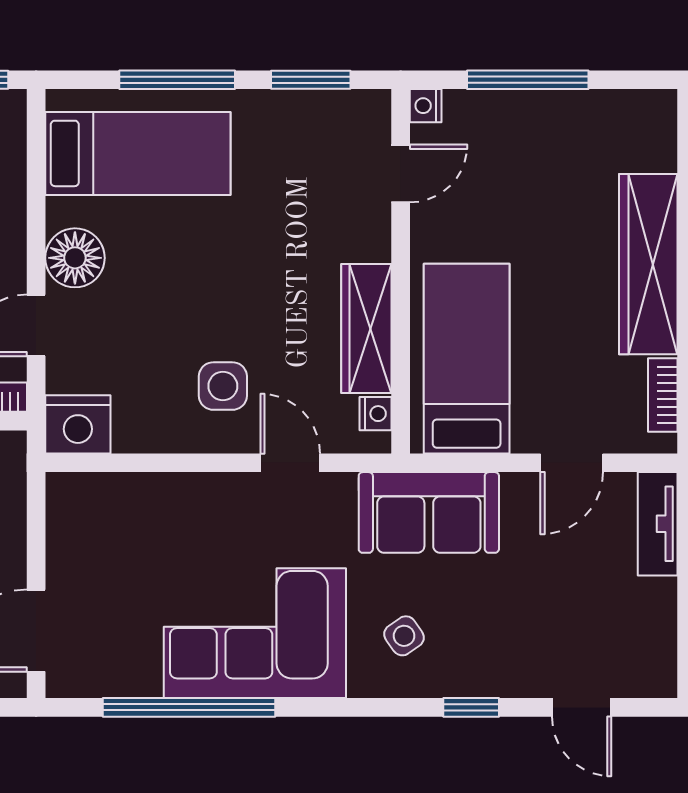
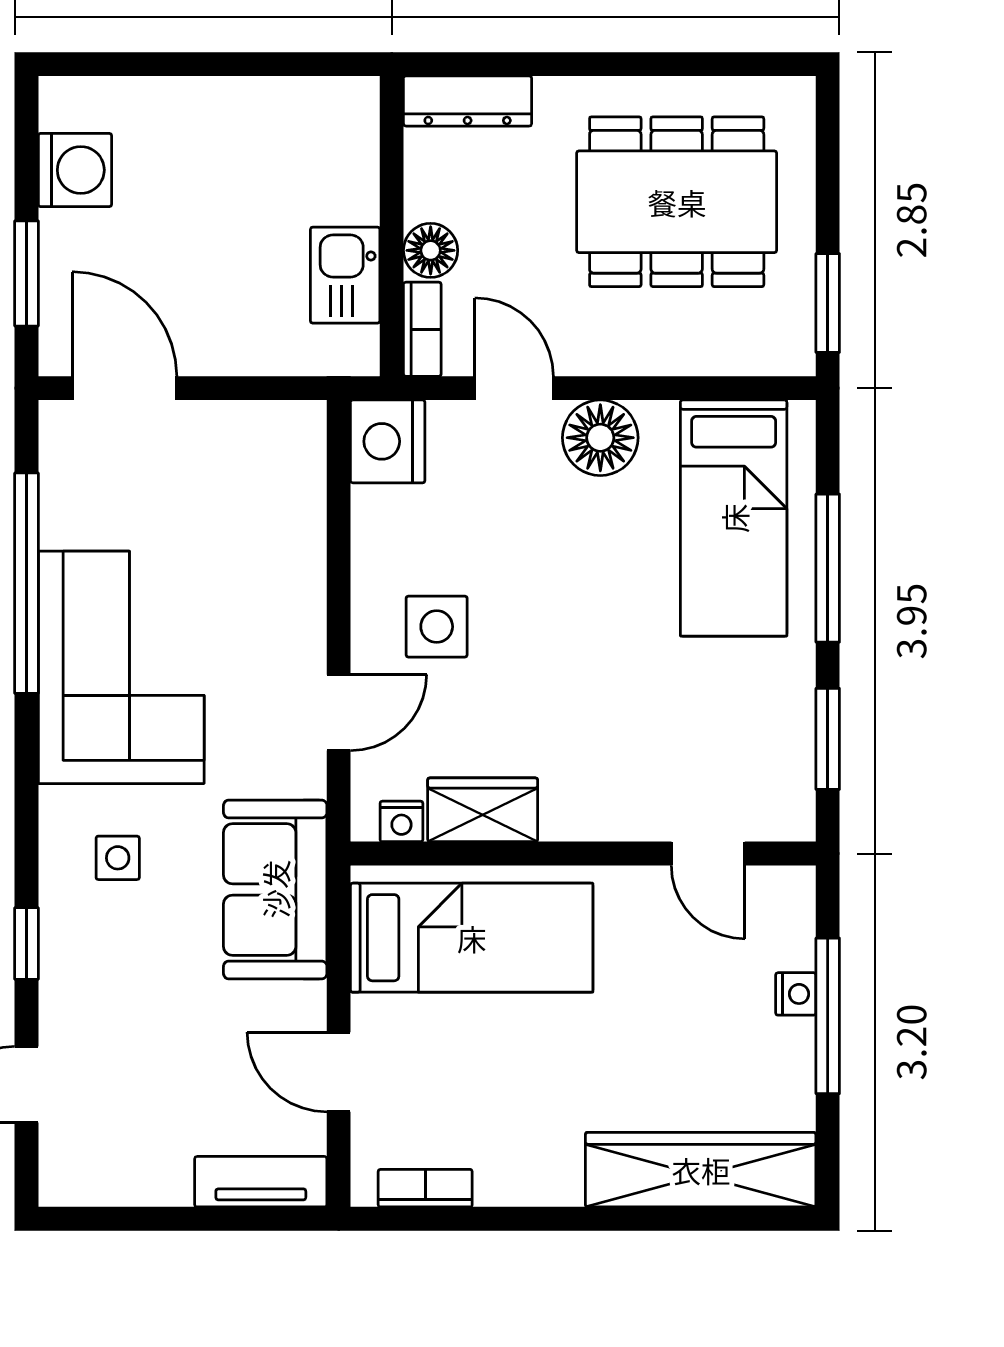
nightstand: (426, 106) -> (796, 994), moved, turned 90
wardrobe: (648, 264) -> (701, 1170), moved
wardrobe: (366, 328) -> (483, 810), width x0.67
side table: (404, 636) -> (118, 858), turned 35

